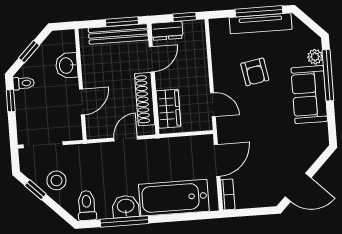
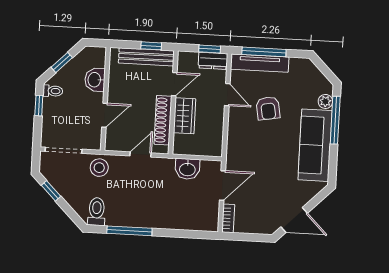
window: (259, 11) -> (264, 52), moved
window: (122, 22) -> (151, 46), width x0.67
tv unit: (261, 23) -> (260, 63), moved
dresser: (167, 31) -> (213, 61), moved
sofa: (309, 95) -> (315, 145), width x1.36
door: (213, 105) -> (227, 95), moved
wardrobe: (168, 109) -> (185, 116), moved
stool: (56, 180) -> (99, 168), moved
bathtub: (174, 198) -> (178, 215), removed
washbasin: (126, 207) -> (187, 169), moved, turned 180

